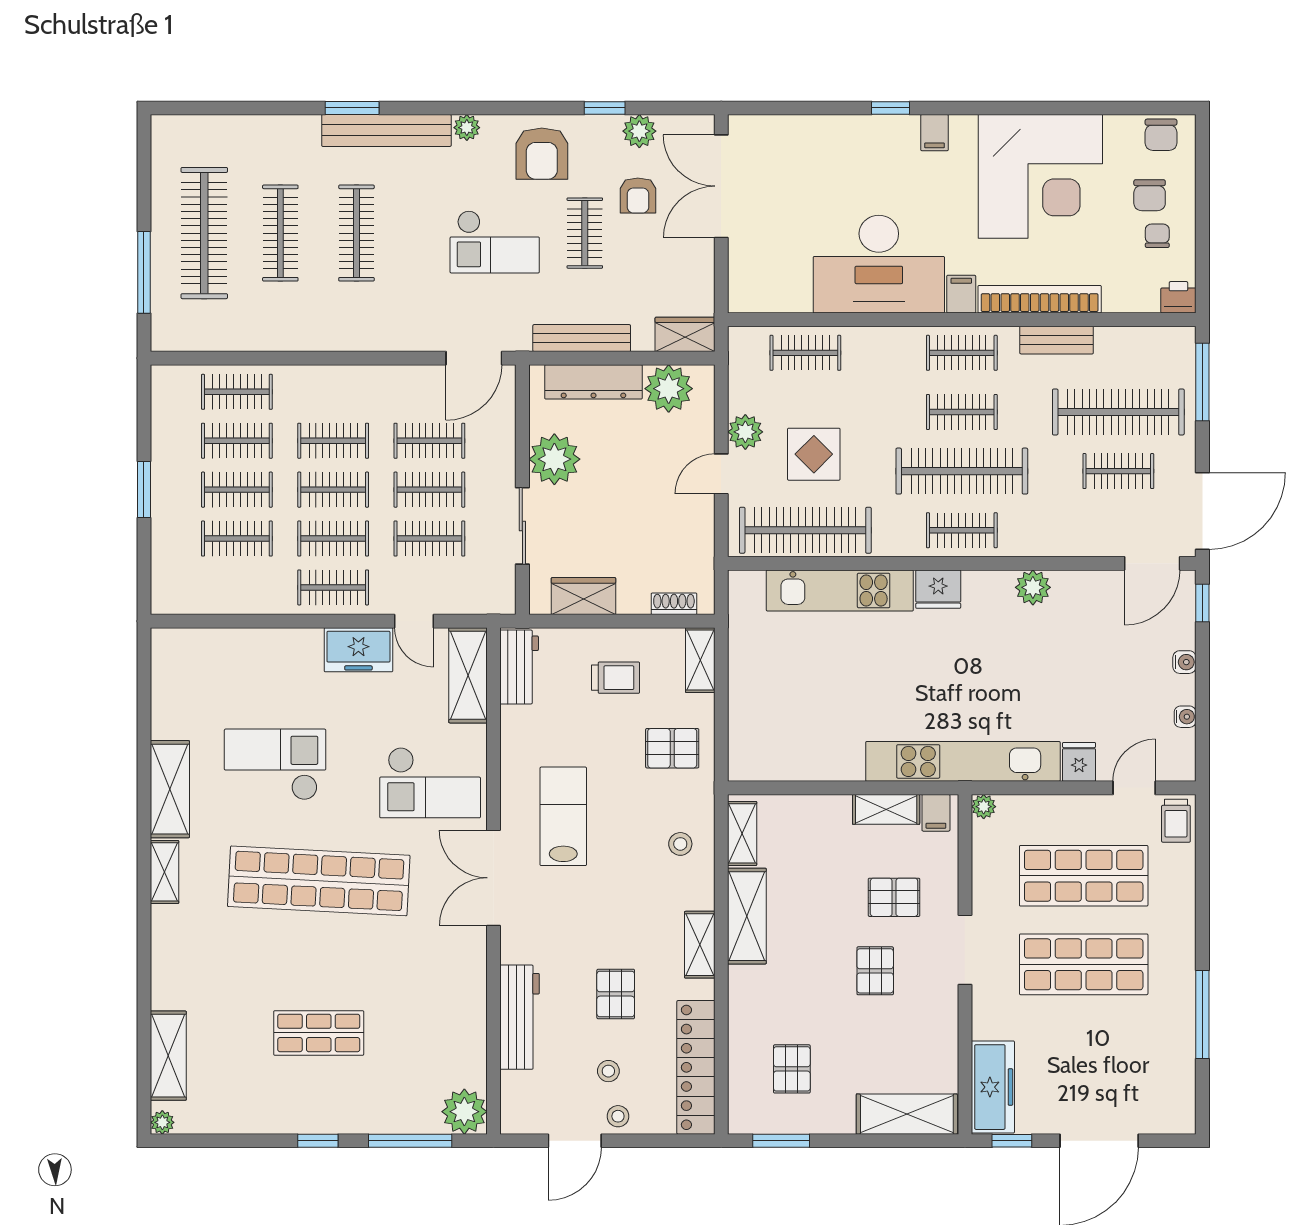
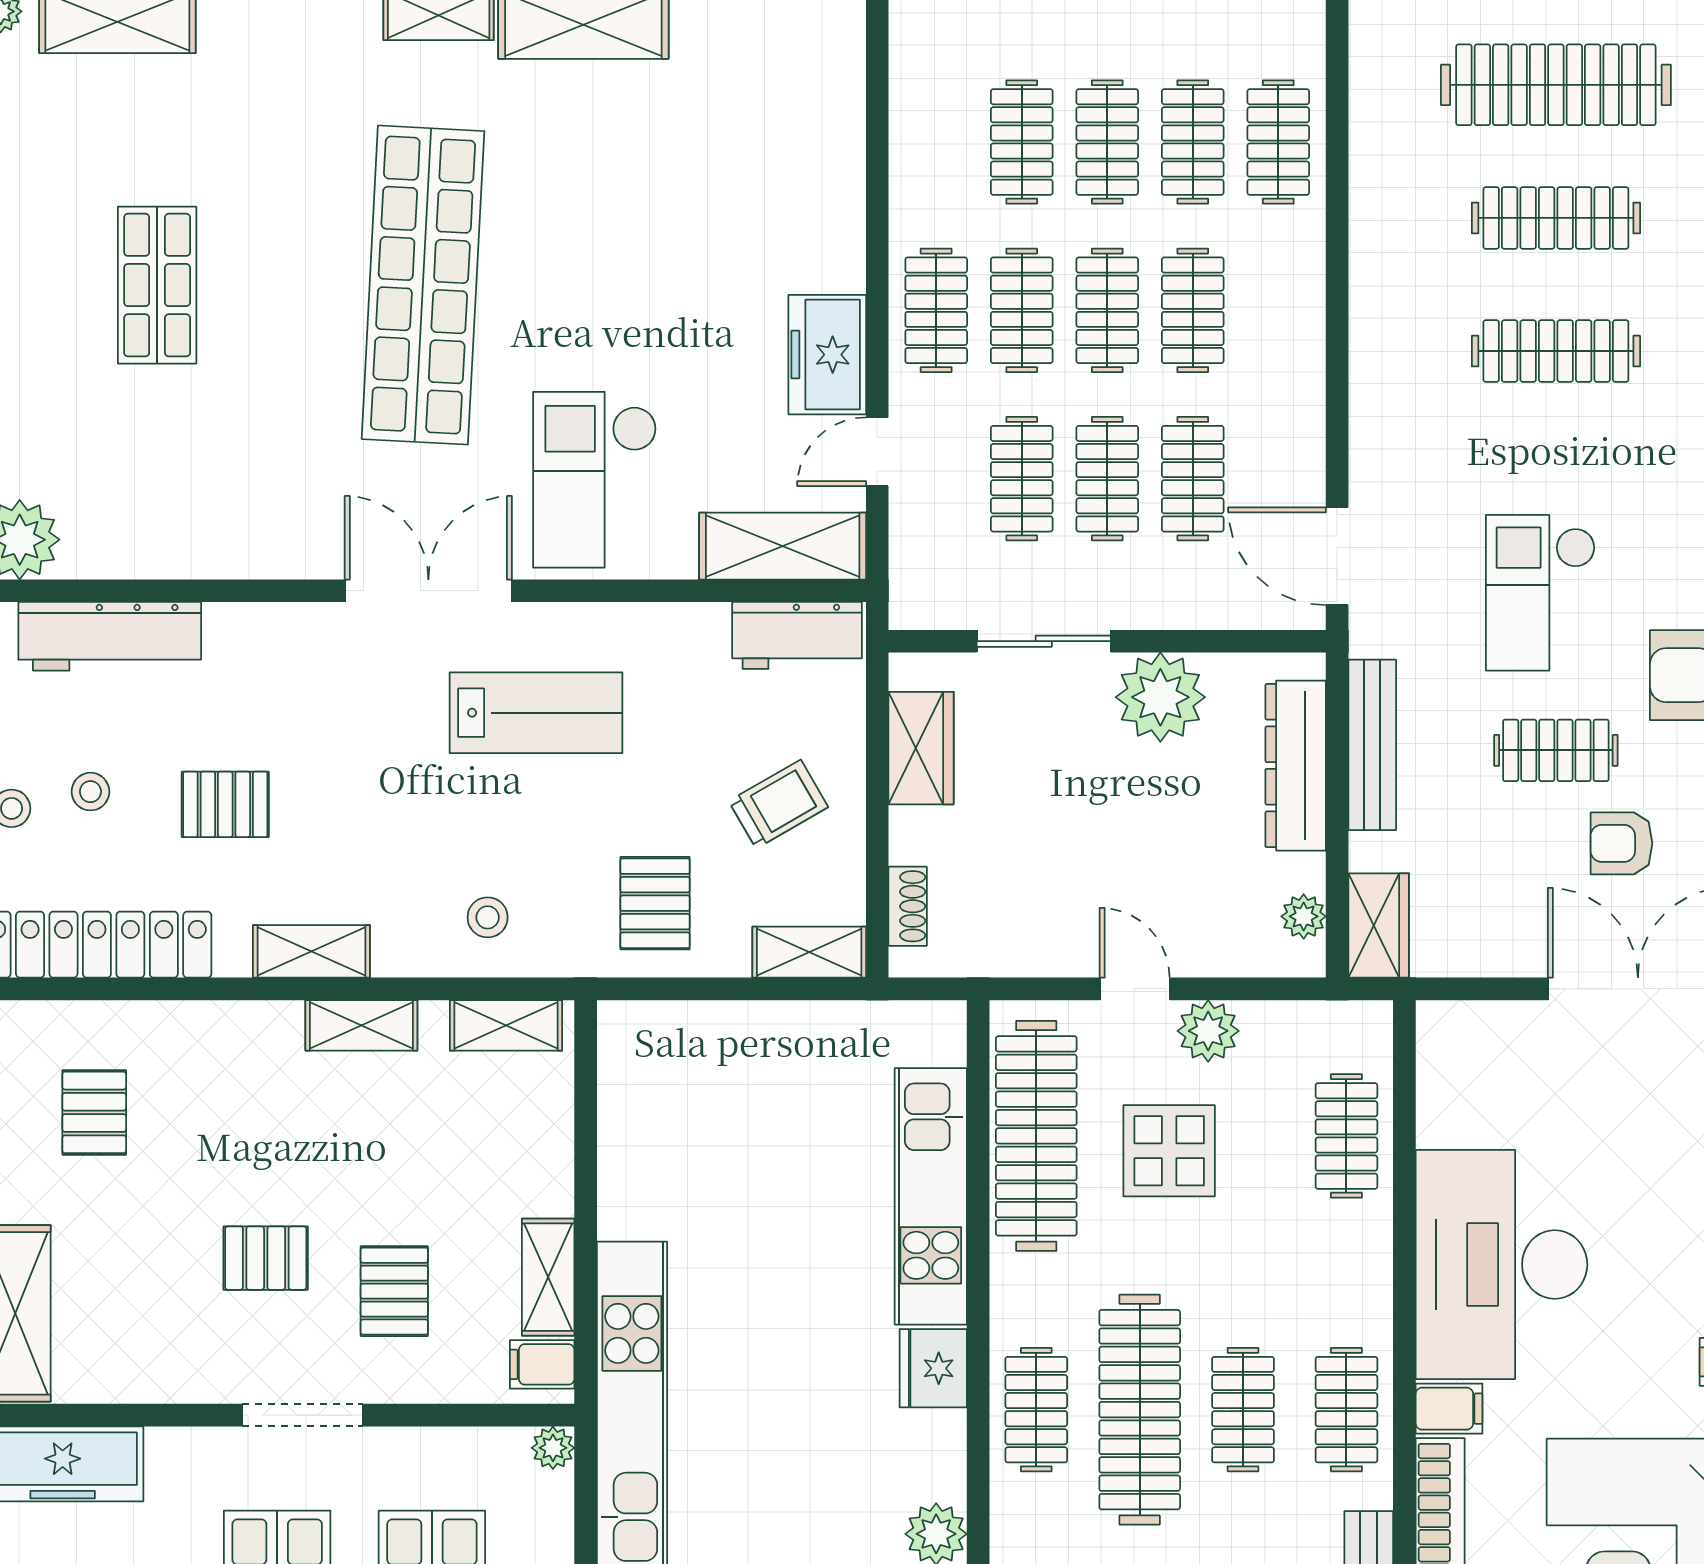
plant: (669, 389) -> (1304, 916), width x0.53, depth x0.53
trolley: (616, 678) -> (778, 804), turned -120
checkout: (275, 765) -> (627, 209), removed
shelving: (747, 916) -> (361, 1025), width x0.67, depth x0.75
workbench: (520, 1017) -> (110, 636), moved
pallet: (792, 1069) -> (94, 1112), turned 90

